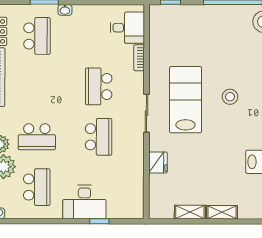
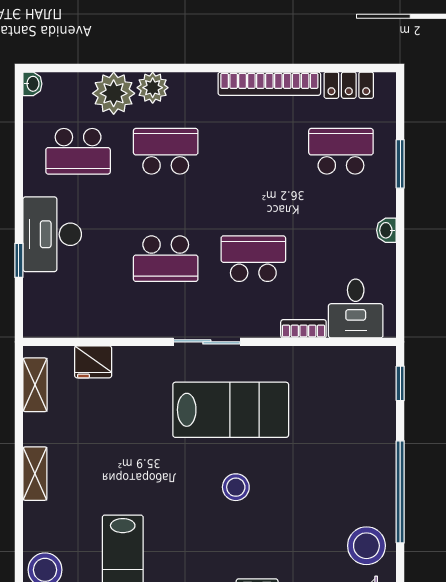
washbasin: (65, 10) -> (386, 230), moved
school desk: (37, 36) -> (341, 151), turned 180
school desk: (37, 137) -> (166, 151), turned 90
fridge: (158, 162) -> (93, 362), moved
shelving: (190, 212) -> (35, 385), moved

